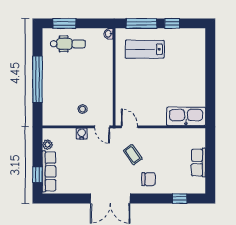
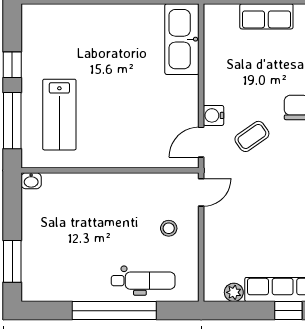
dental chair: (68, 44) -> (143, 281), moved, turned 90
water cooler: (82, 134) -> (213, 115), moved

